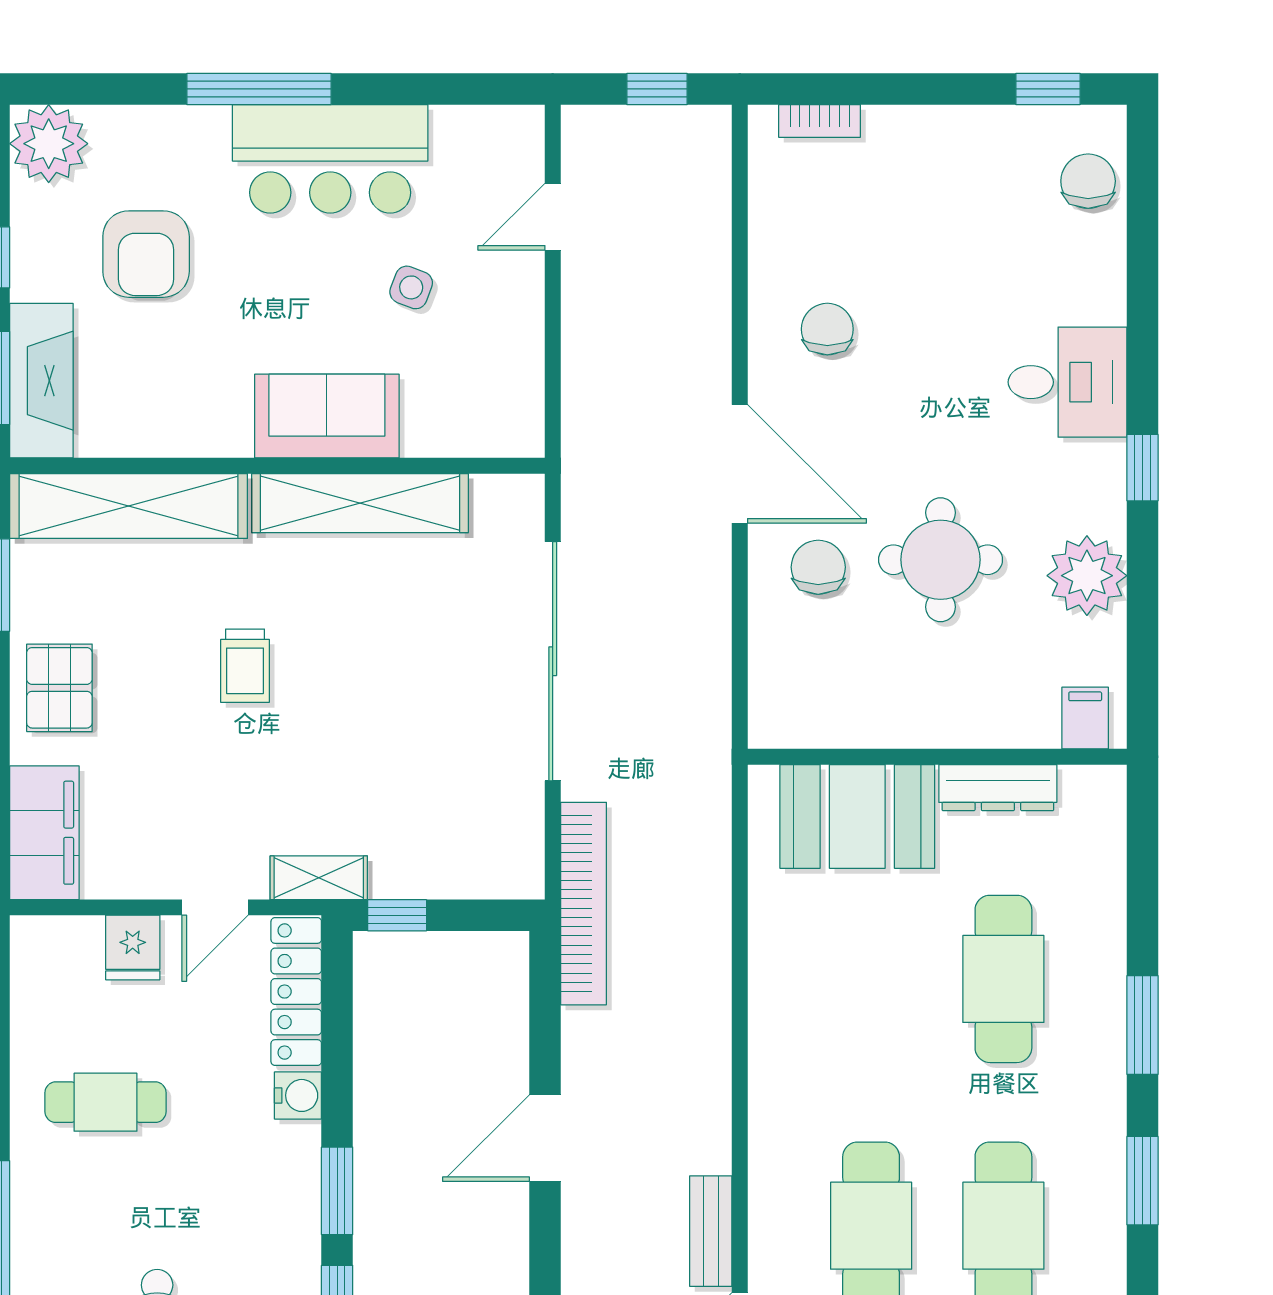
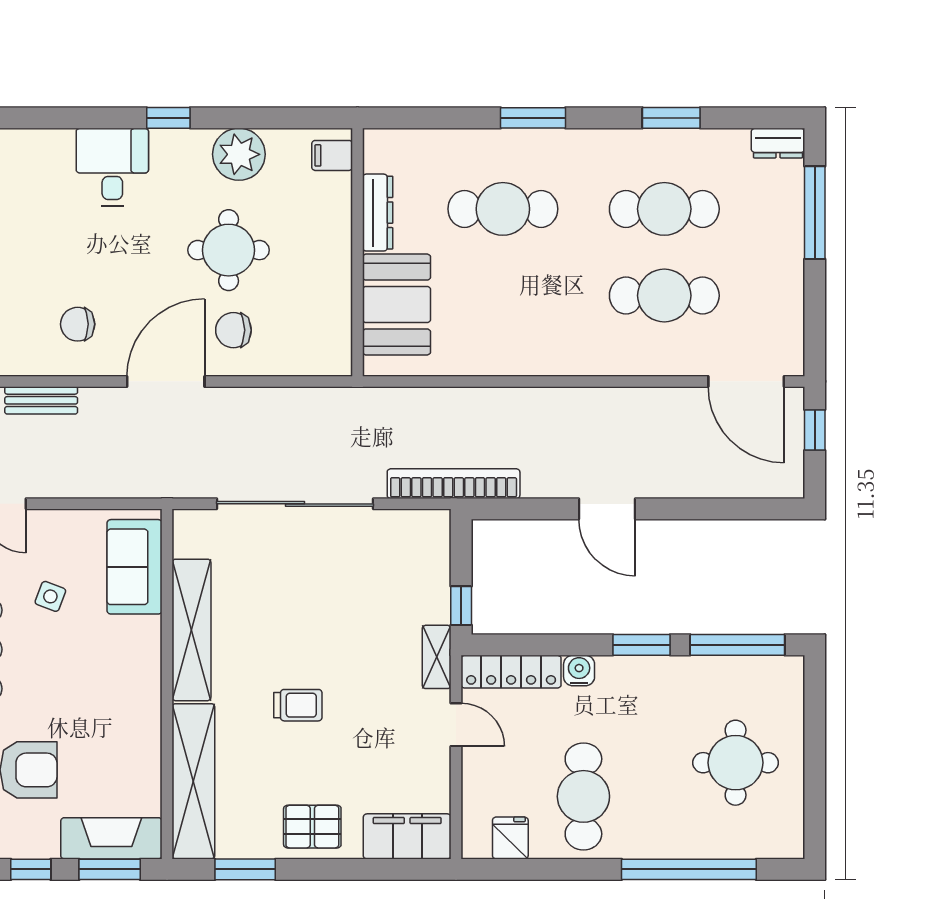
sofa: (327, 416) -> (135, 567), moved
fridge: (133, 948) -> (510, 838), moved, turned -90
cafe table: (105, 1102) -> (583, 796), width x1.37, depth x1.35
window: (1143, 1181) -> (671, 118), moved
bench: (711, 1231) -> (41, 400), moved

